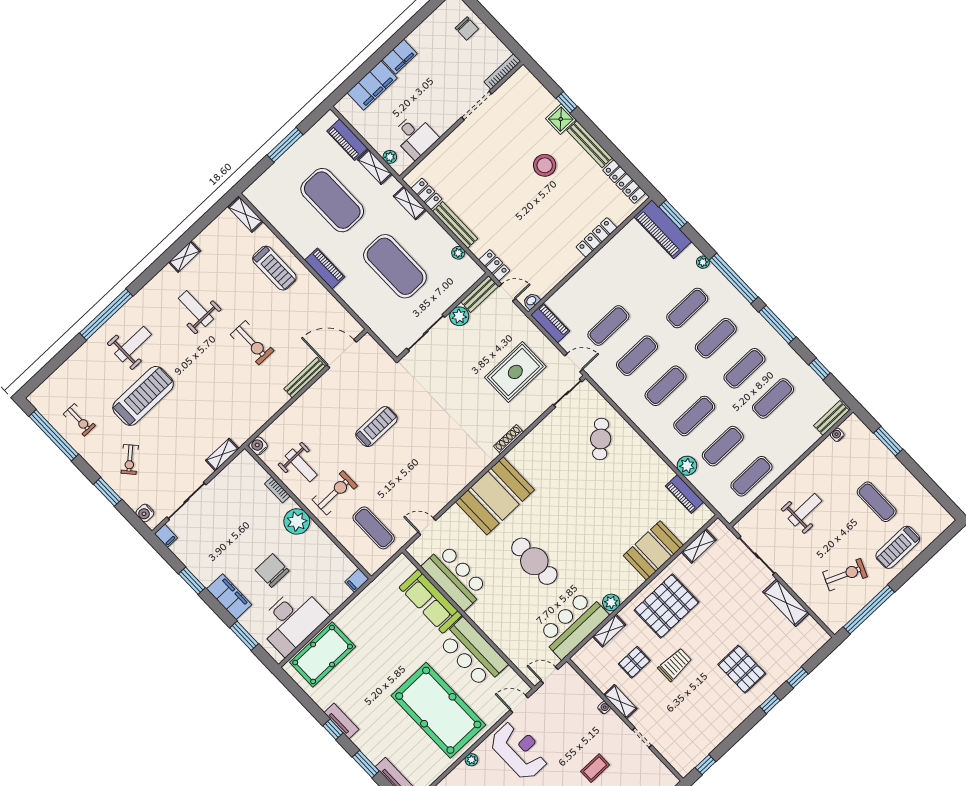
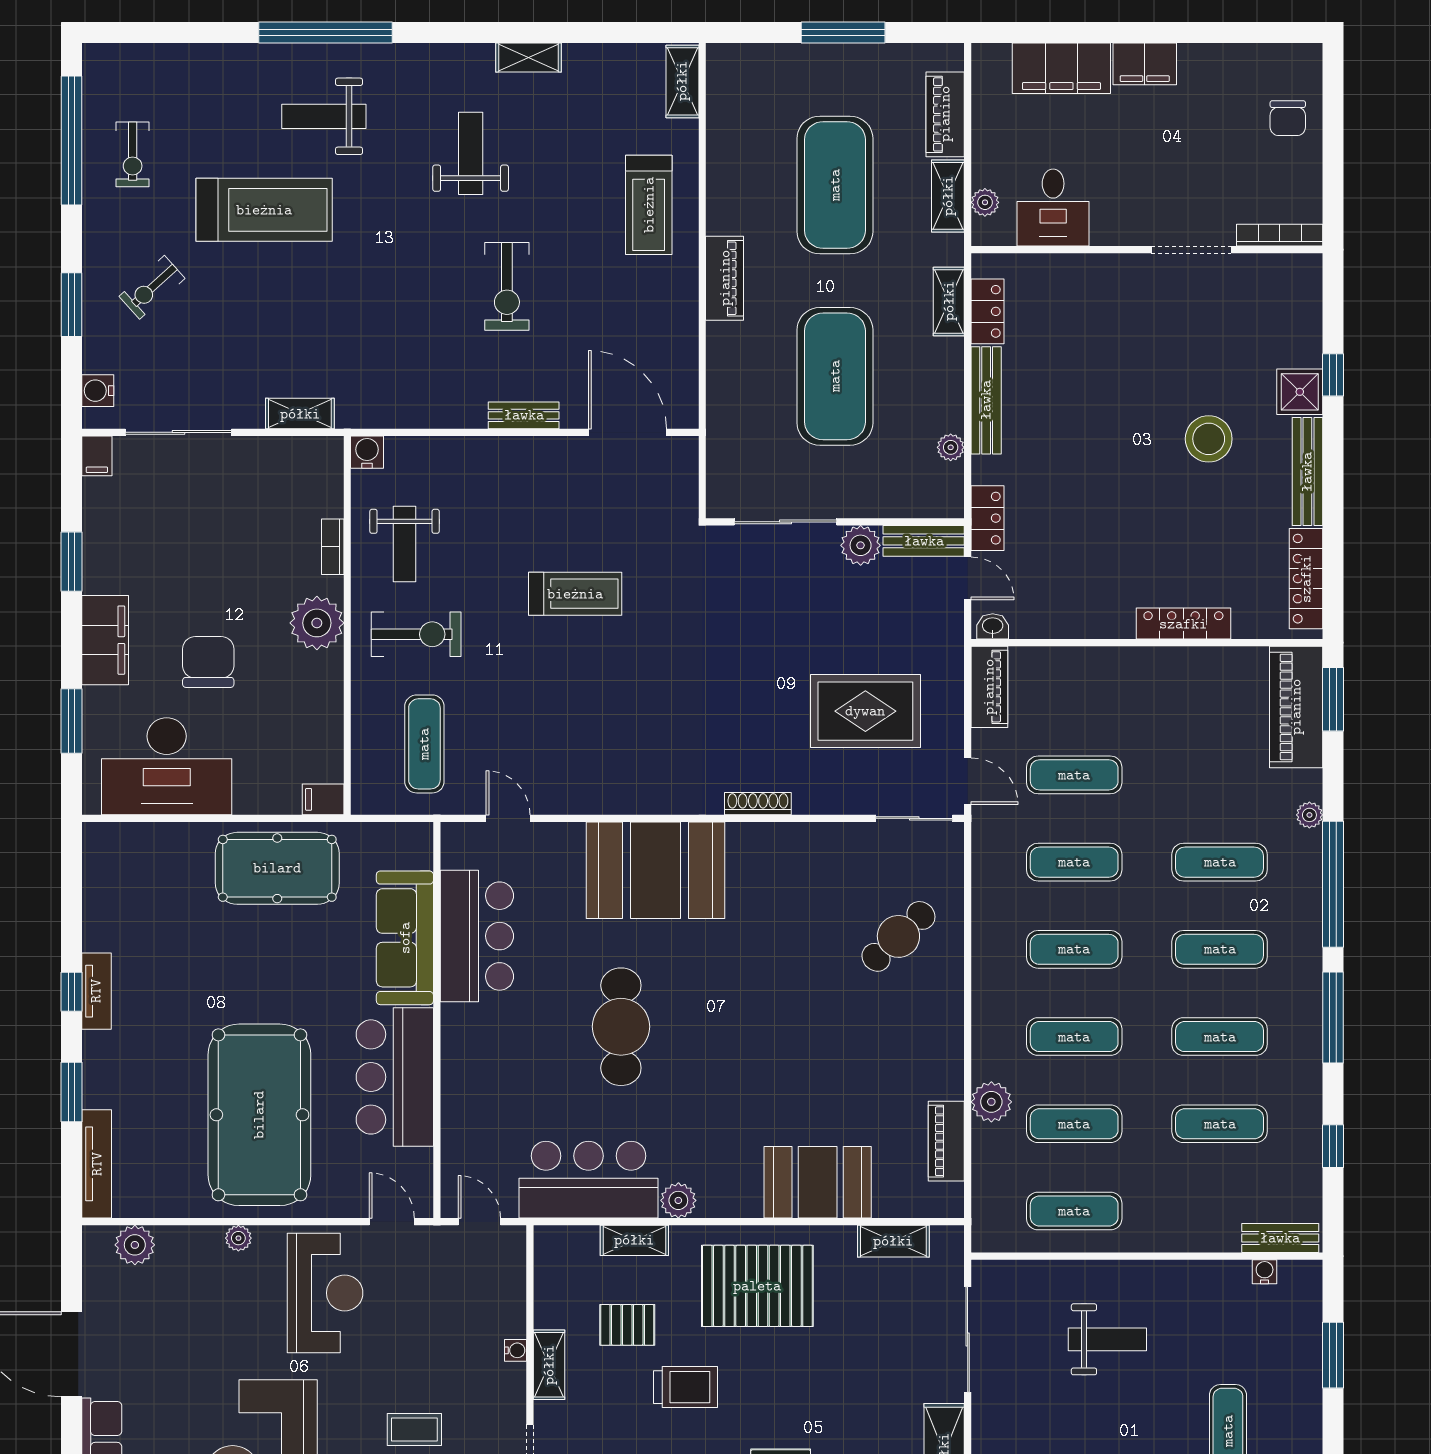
weight bench: (133, 344) -> (324, 116), turned 180
bench: (305, 378) -> (524, 415), width x0.73
pool table: (323, 654) -> (277, 868), moved

